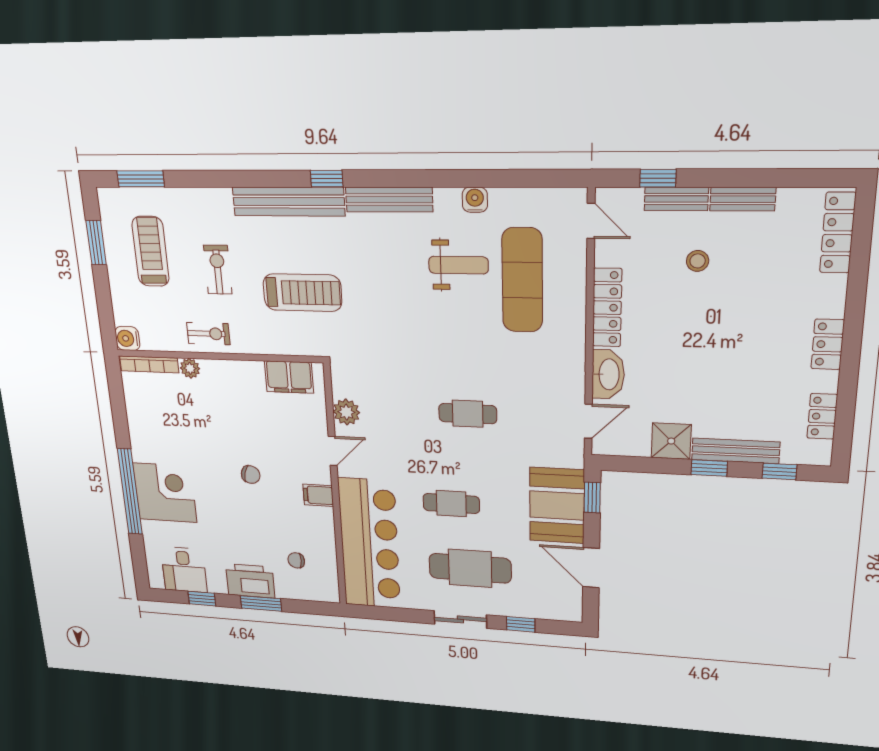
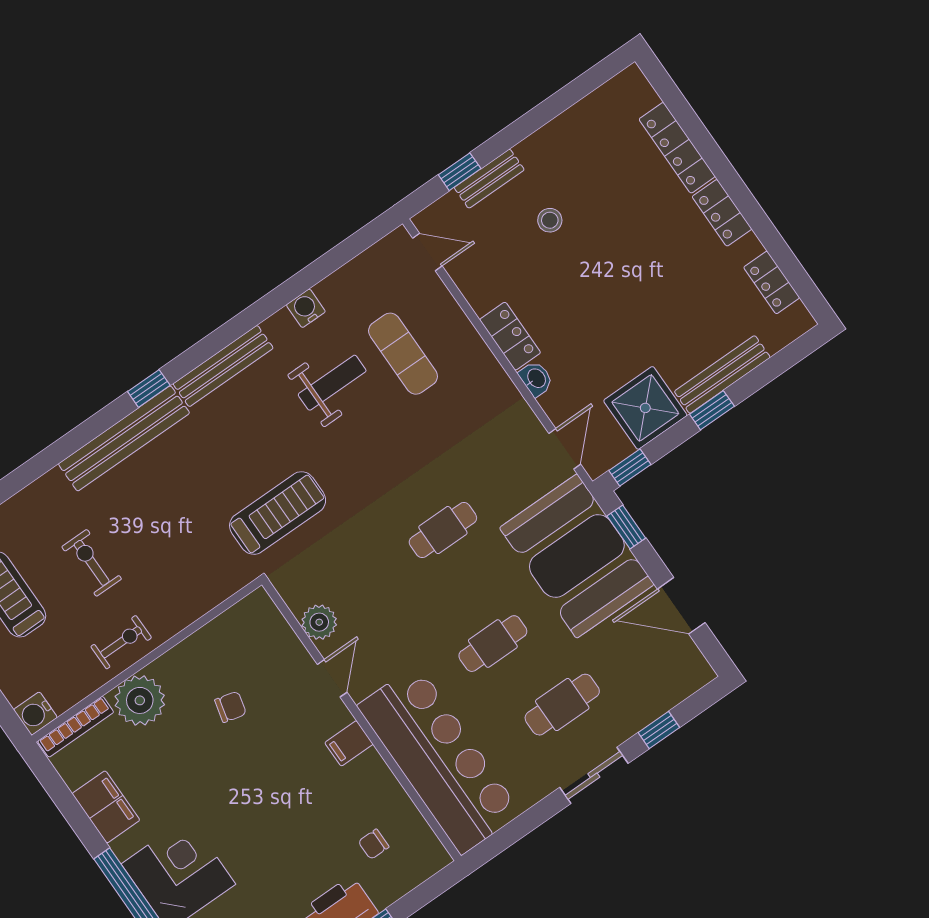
bench: (743, 199) -> (547, 138), removed
locker: (838, 233) -> (677, 148), moved
exercise mat: (522, 280) -> (403, 354), width x0.73, depth x0.69
treadmill: (302, 293) -> (278, 513), moved
locker: (607, 308) -> (510, 336), width x0.66
plant: (190, 368) -> (140, 700), width x1.87, depth x1.87
washbasin: (608, 374) -> (536, 379), width x0.52, depth x0.69
filing cabinet: (289, 377) -> (106, 807), moved, turned -90
shower: (671, 441) -> (645, 408), width x1.36, depth x1.36
window: (779, 472) -> (630, 468), moved
chair: (251, 475) -> (231, 707), moved
booth: (557, 505) -> (577, 556), width x1.36, depth x1.42
cafe table: (470, 568) -> (562, 705), width x0.73, depth x0.74

